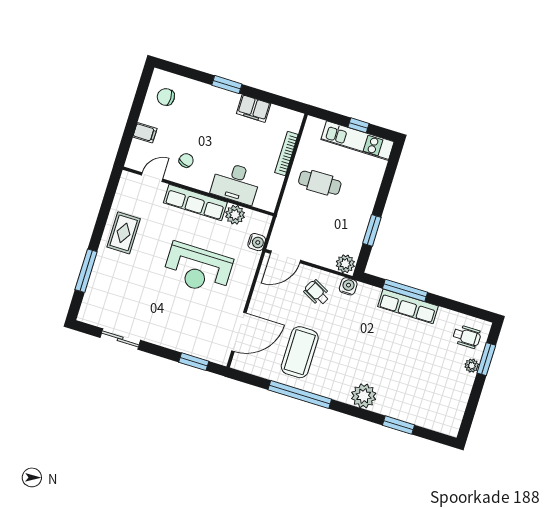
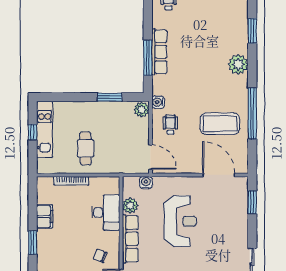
wheelchair: (317, 293) -> (170, 125), turned 152

